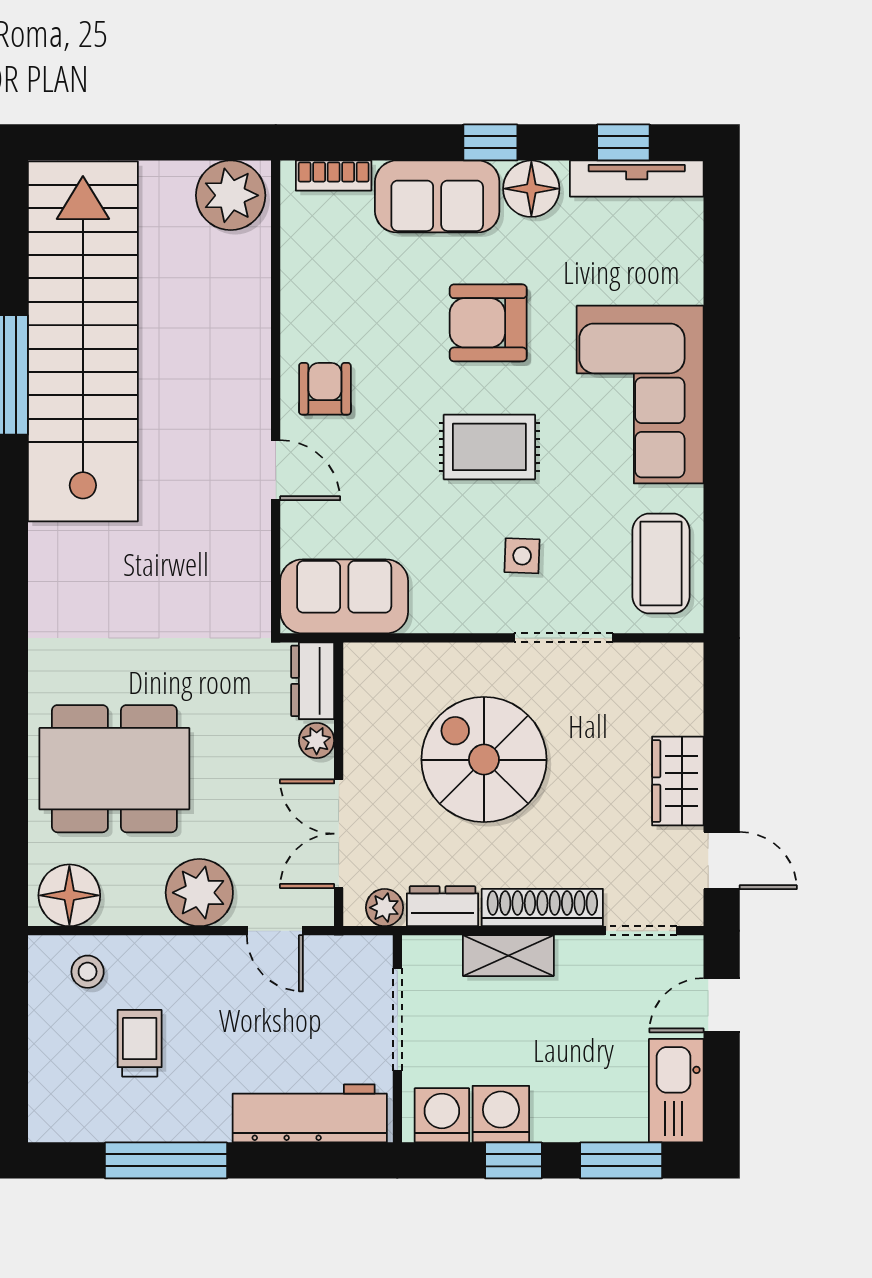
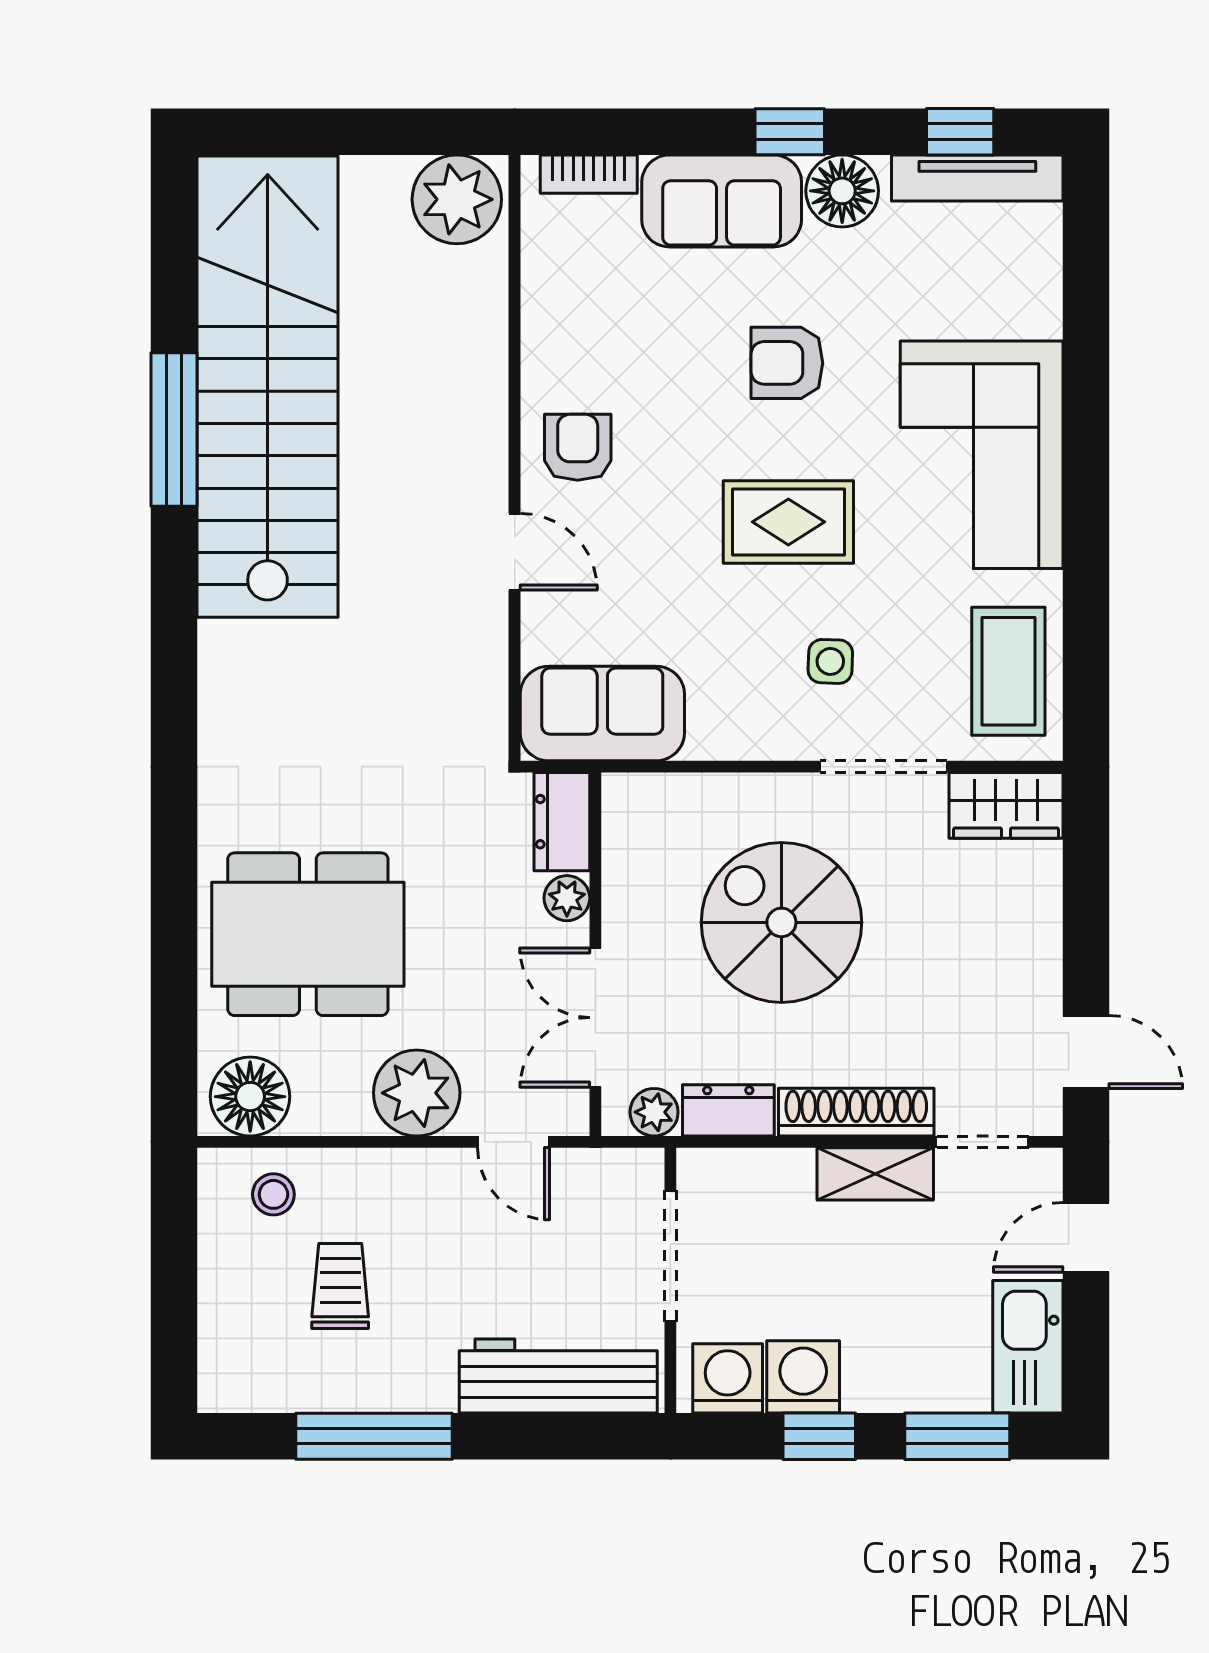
armchair: (488, 323) -> (787, 363), width x0.72, depth x0.72
wardrobe: (678, 781) -> (1006, 805), moved, turned -90
shelving: (508, 956) -> (875, 1174), moved

